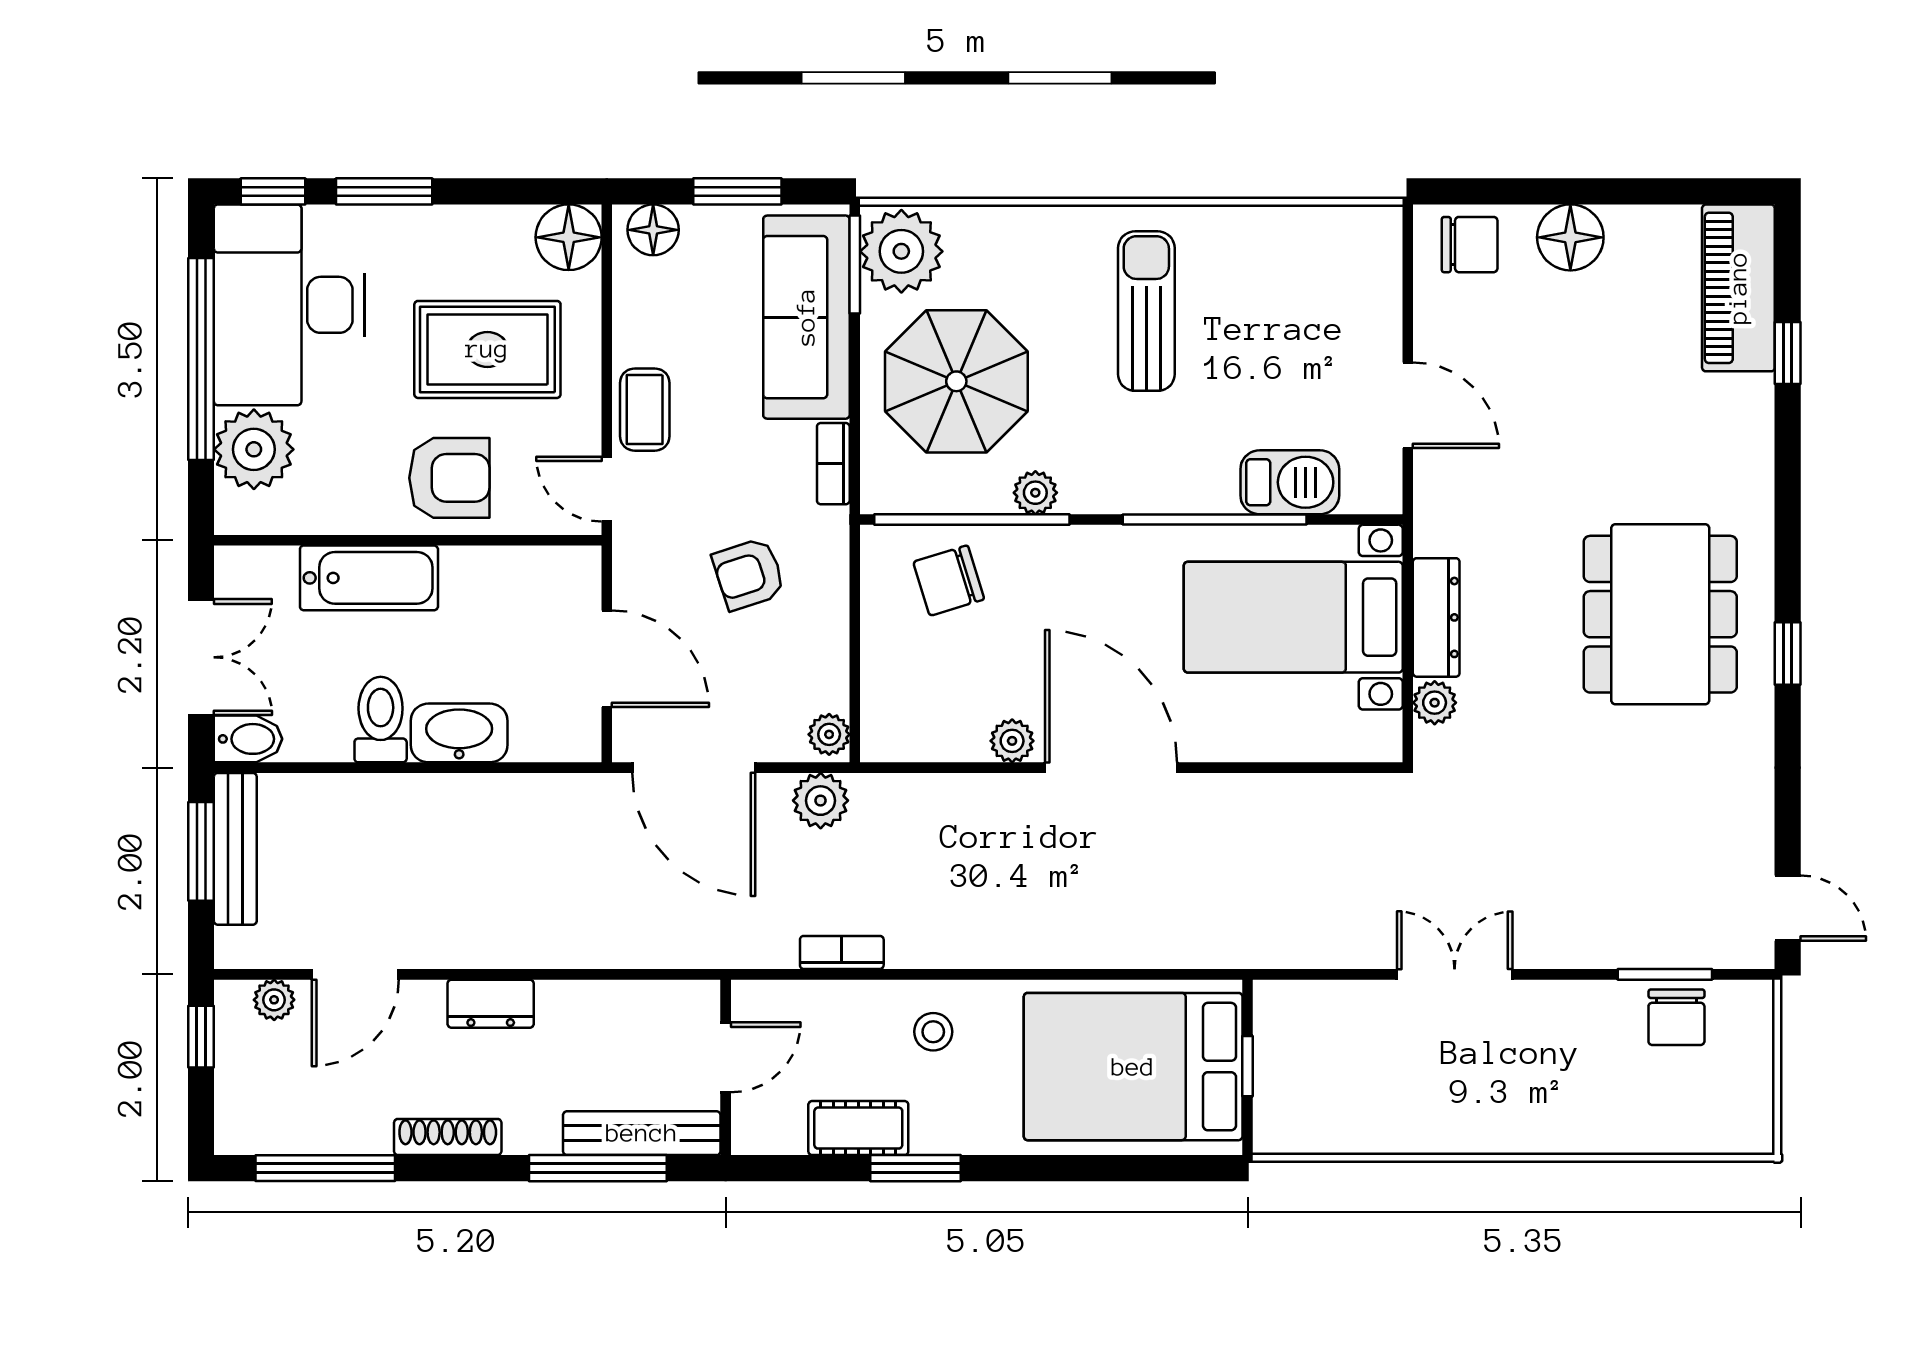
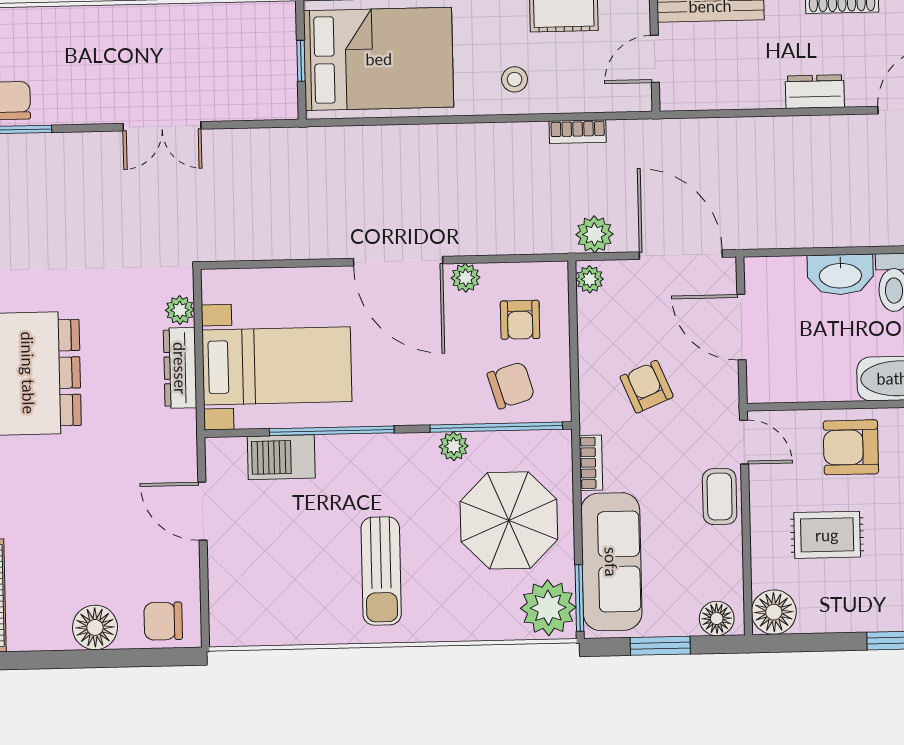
rug: (487, 349) -> (827, 535), width x0.73, depth x0.70
armchair: (749, 574) -> (647, 387), turned -95
armchair: (933, 677) -> (520, 320), added

